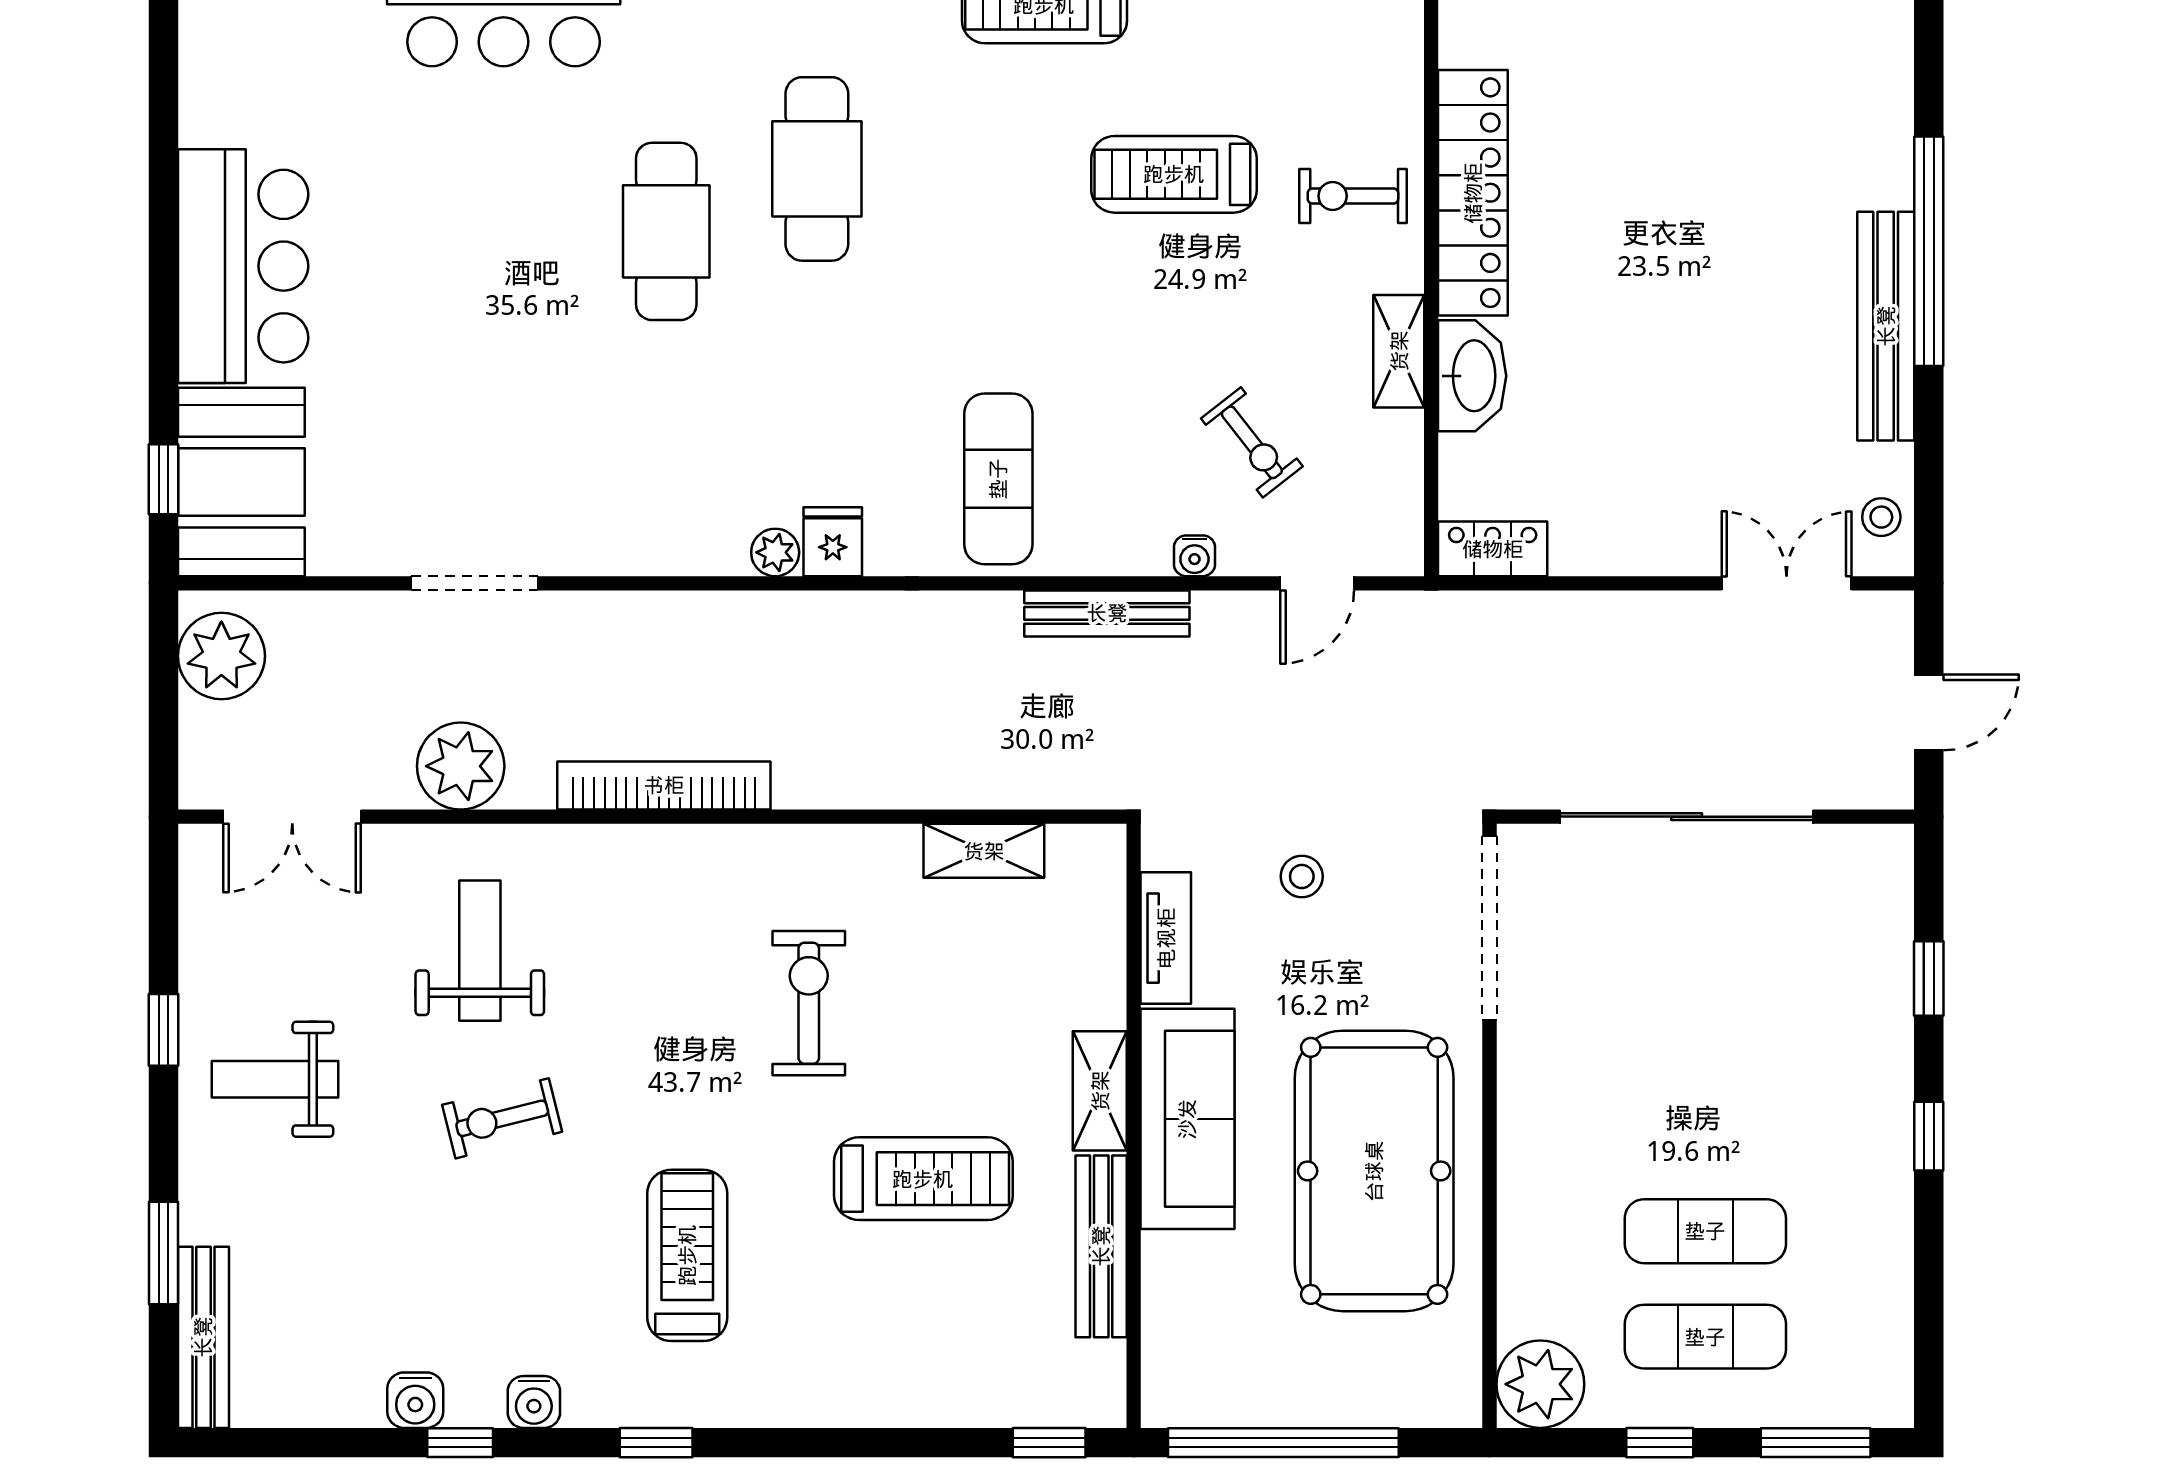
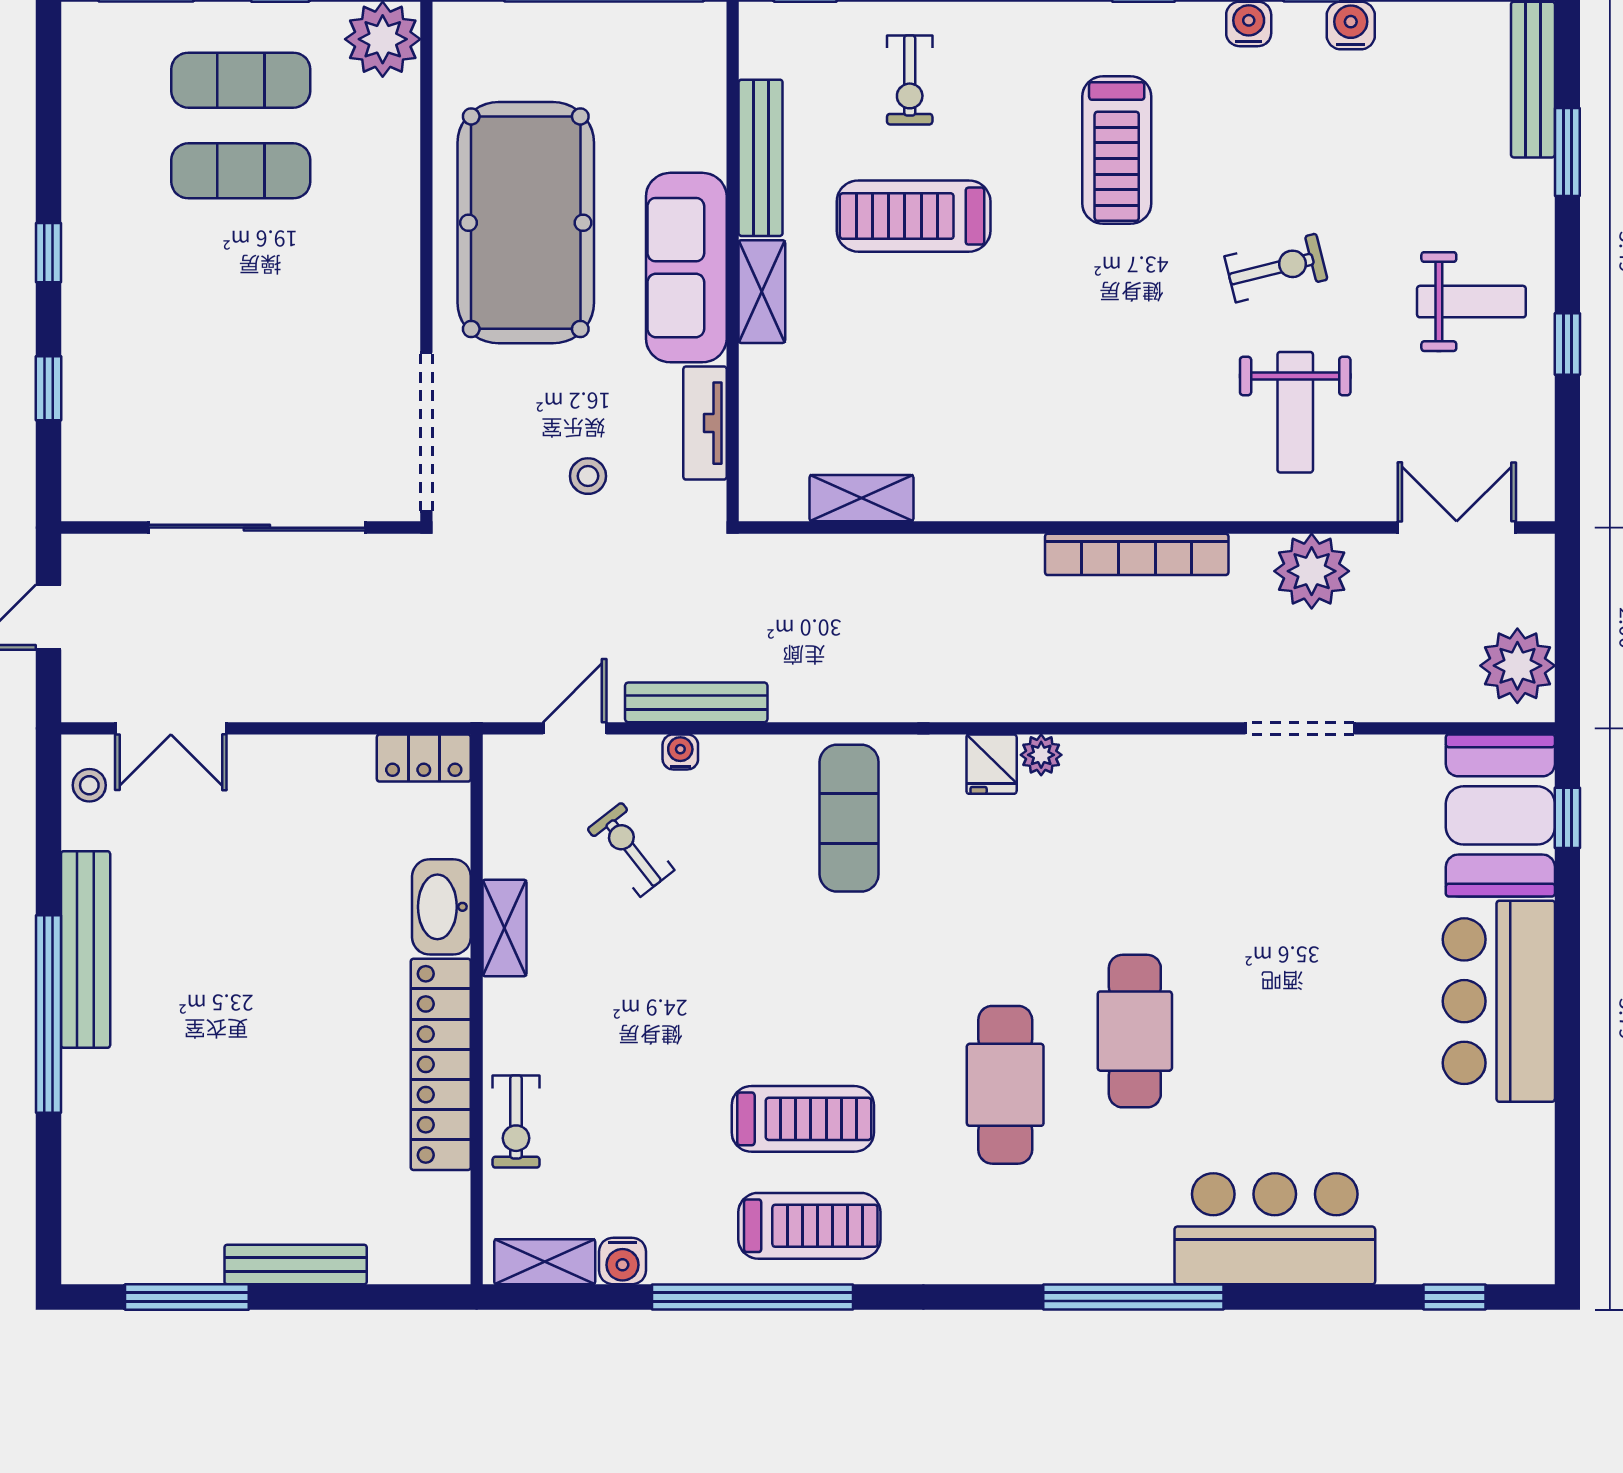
treadmill: (1174, 174) -> (803, 1119), moved
exercise bike: (1353, 196) -> (516, 1122), moved, turned 90
bench: (1107, 613) -> (696, 702), moved
exercise bike: (809, 1003) -> (910, 80), moved, width x0.73, depth x0.72

